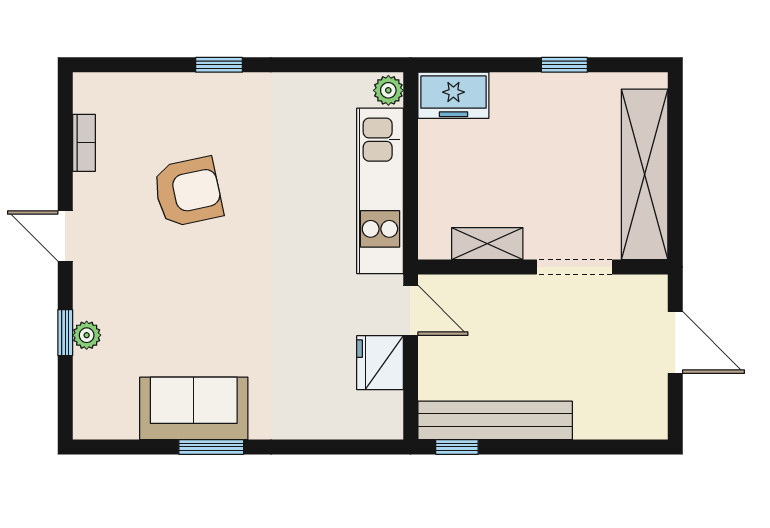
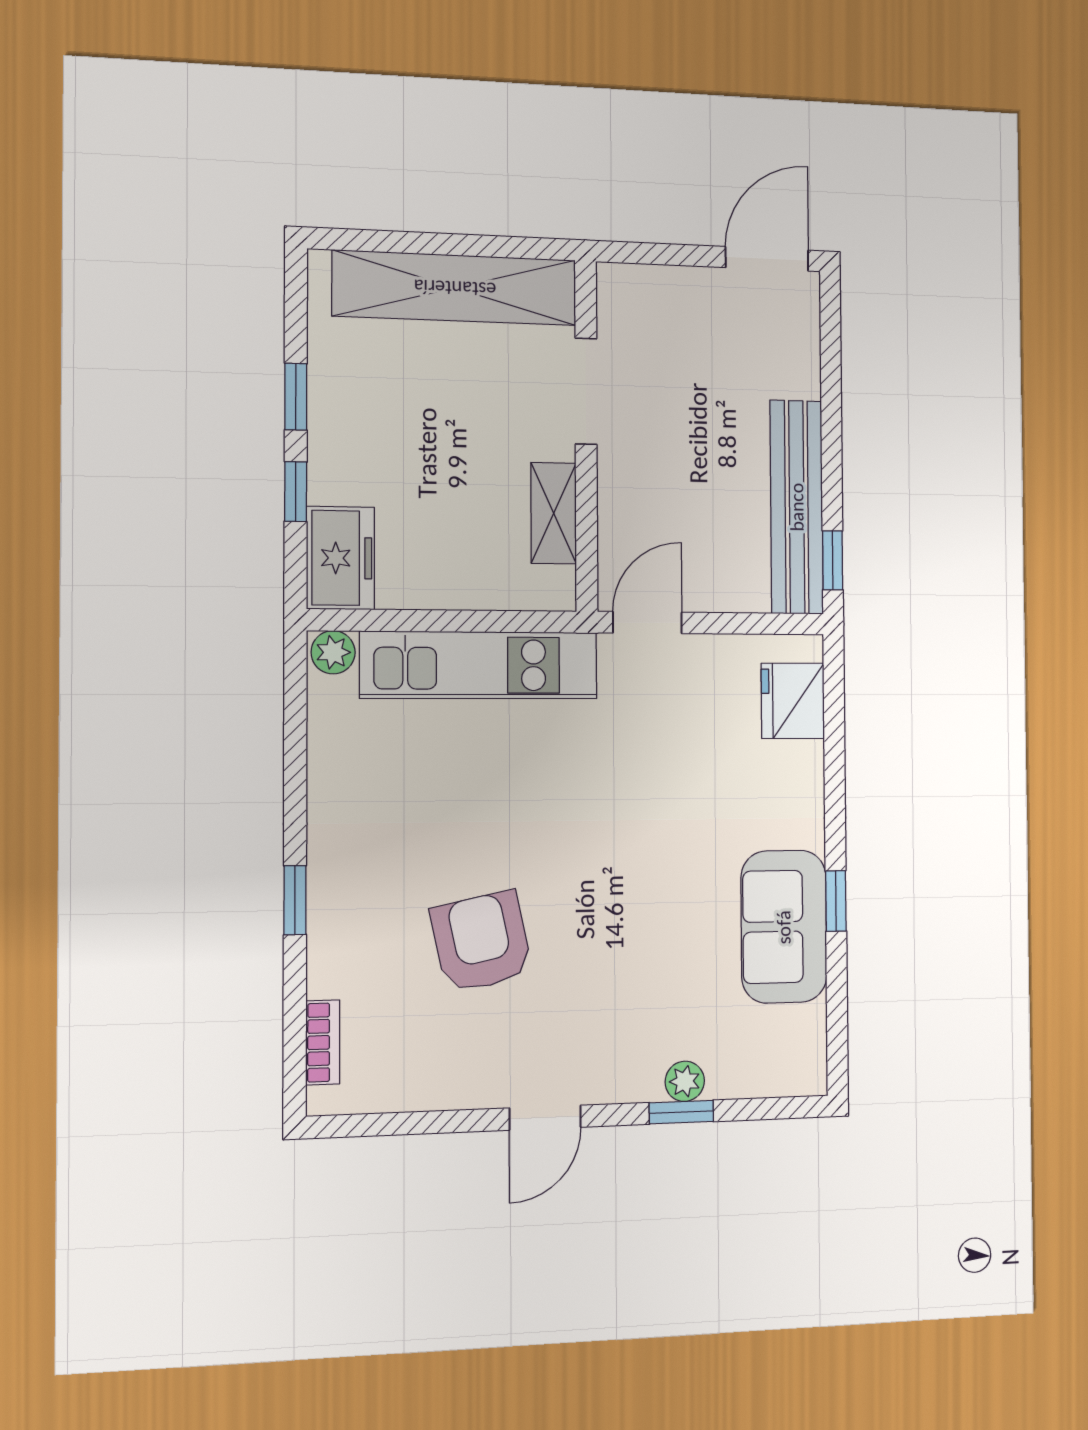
window: (499, 65) -> (296, 492), added
bookcase: (84, 143) -> (323, 1042), moved, turned 90
door: (675, 342) -> (767, 259), moved
fridge: (380, 363) -> (793, 701), moved, turned 90
window: (211, 447) -> (836, 901), width x0.67

